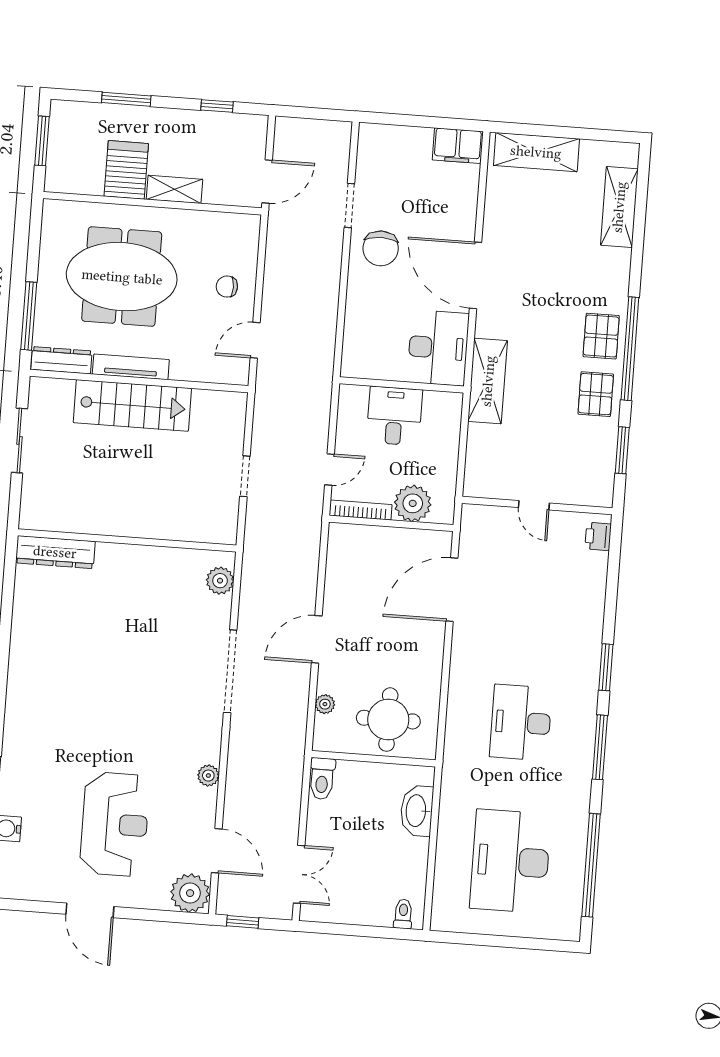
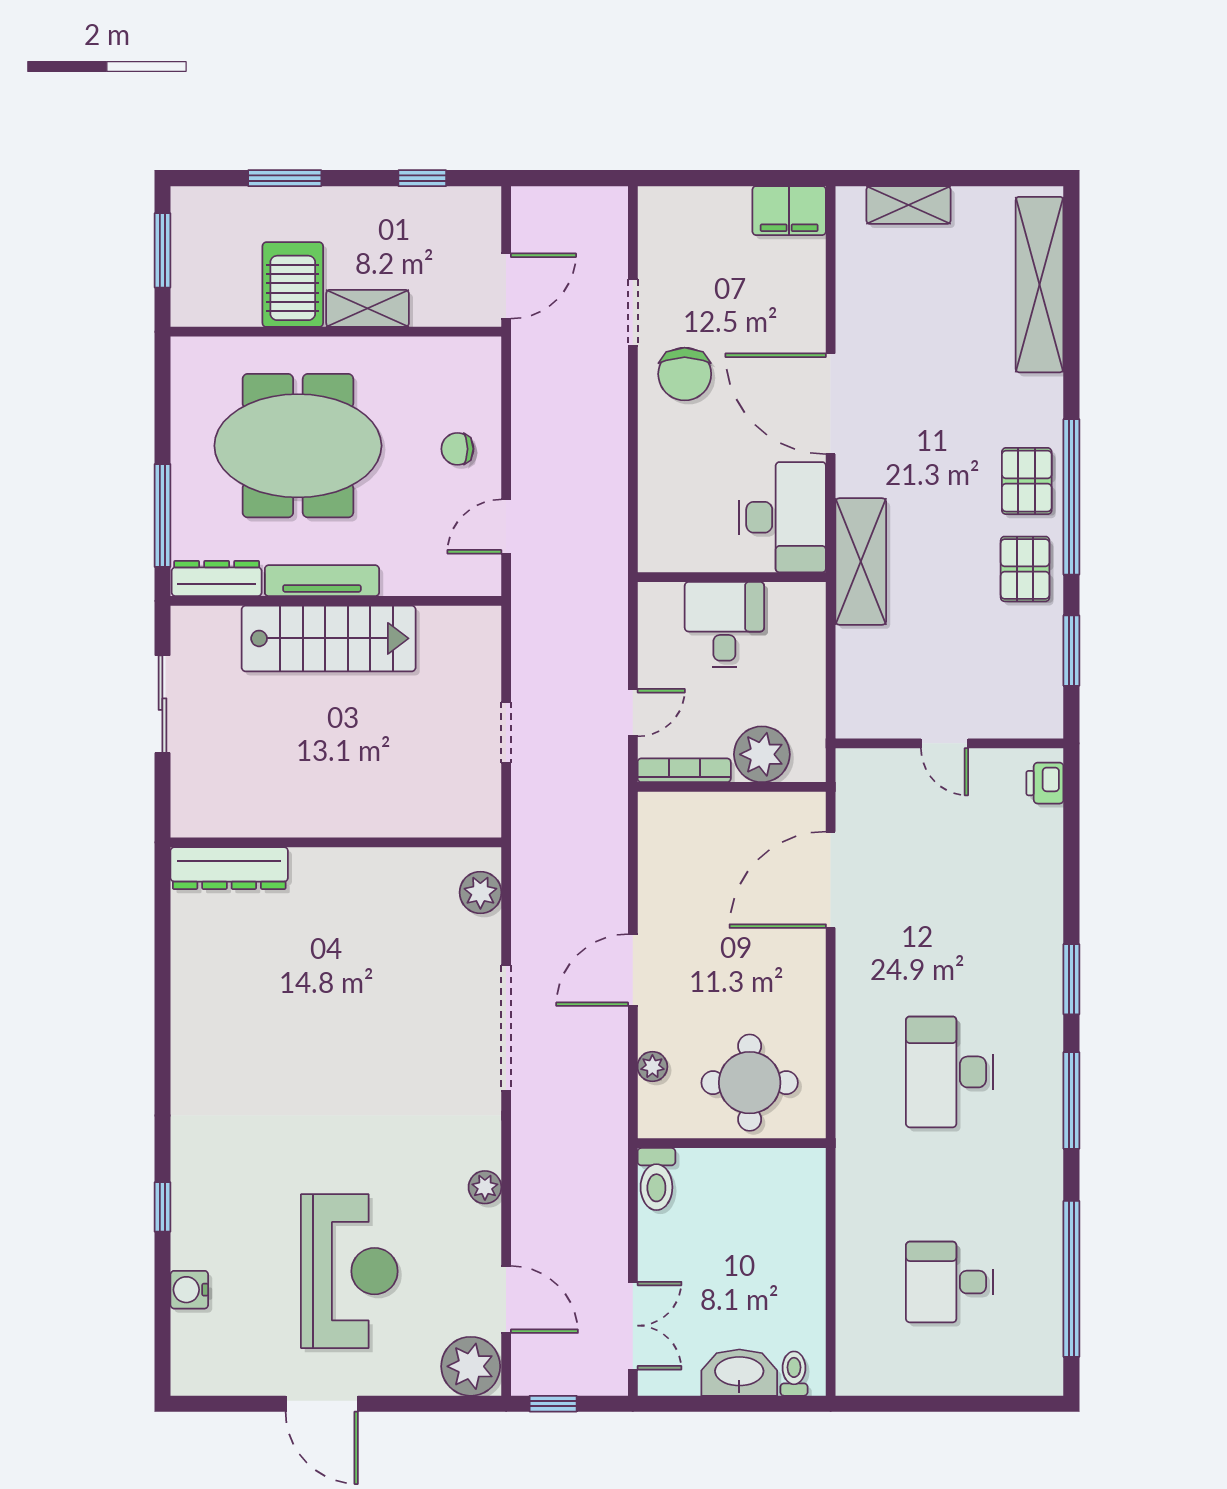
shelving: (536, 152) -> (908, 205), width x0.67, depth x0.75
shelving: (619, 207) -> (1040, 285), width x1.47
washbasin: (417, 811) -> (739, 1373), moved, turned 90
desk: (510, 861) -> (949, 1282), width x0.53, depth x0.77

